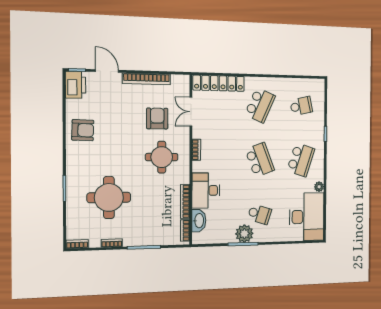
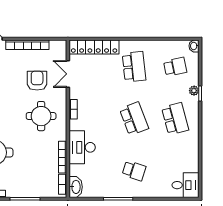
washbasin: (320, 85) -> (194, 46), added
school desk: (260, 105) -> (134, 67), turned -30
school desk: (301, 160) -> (175, 119), turned -33
plant: (319, 187) -> (194, 91), moved
desk: (307, 217) -> (185, 185), width x0.53, depth x0.77
washbasin: (199, 221) -> (76, 187), moved
plant: (244, 234) -> (119, 189), removed

